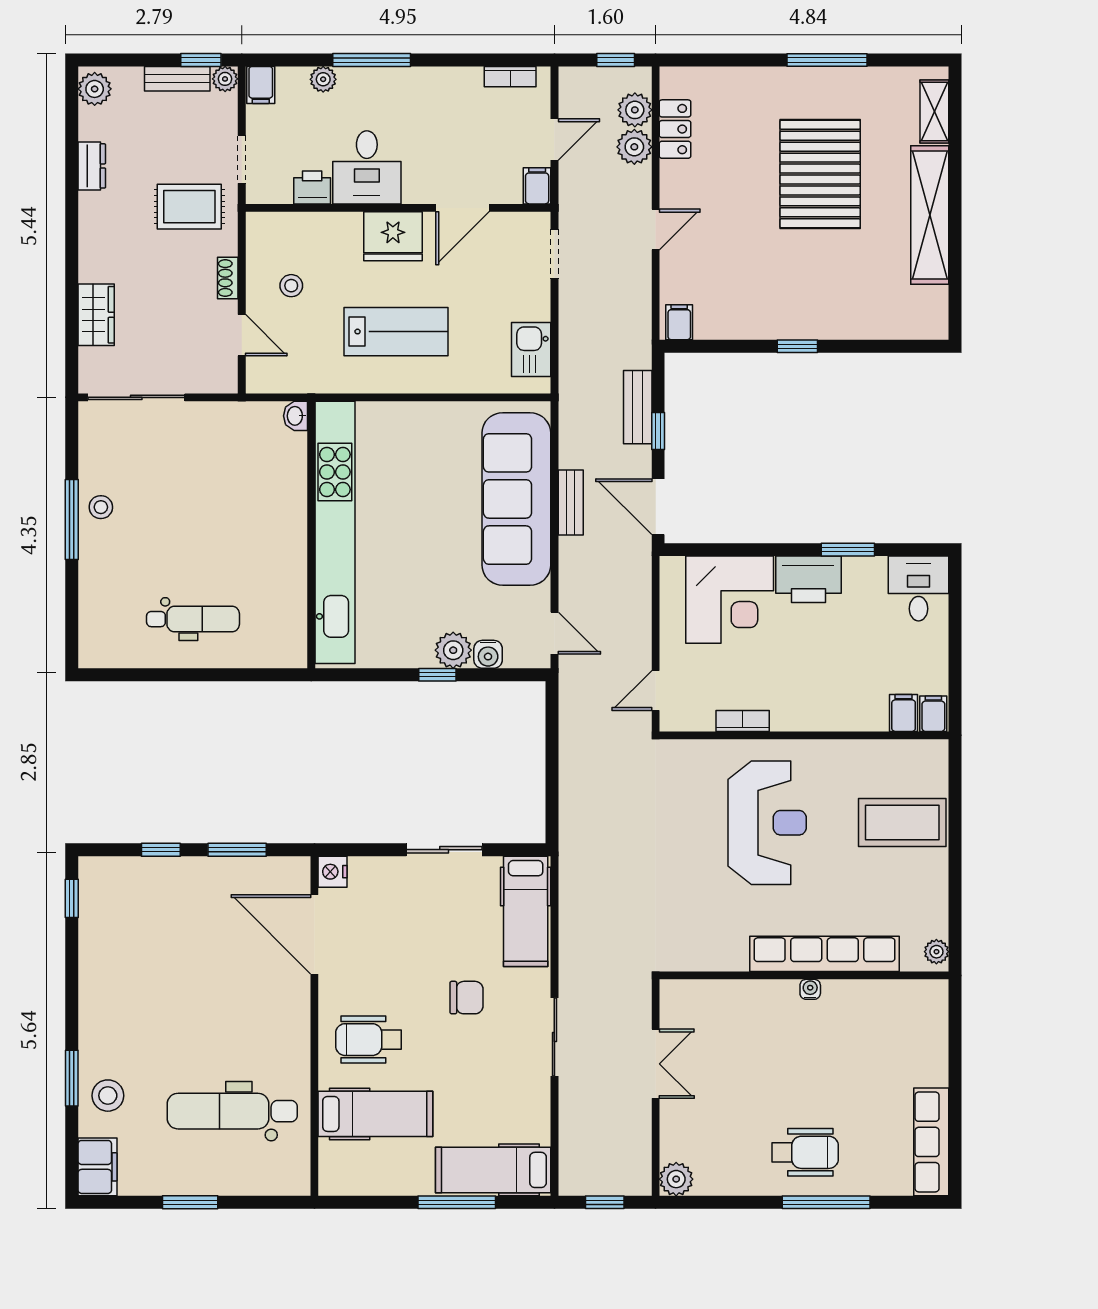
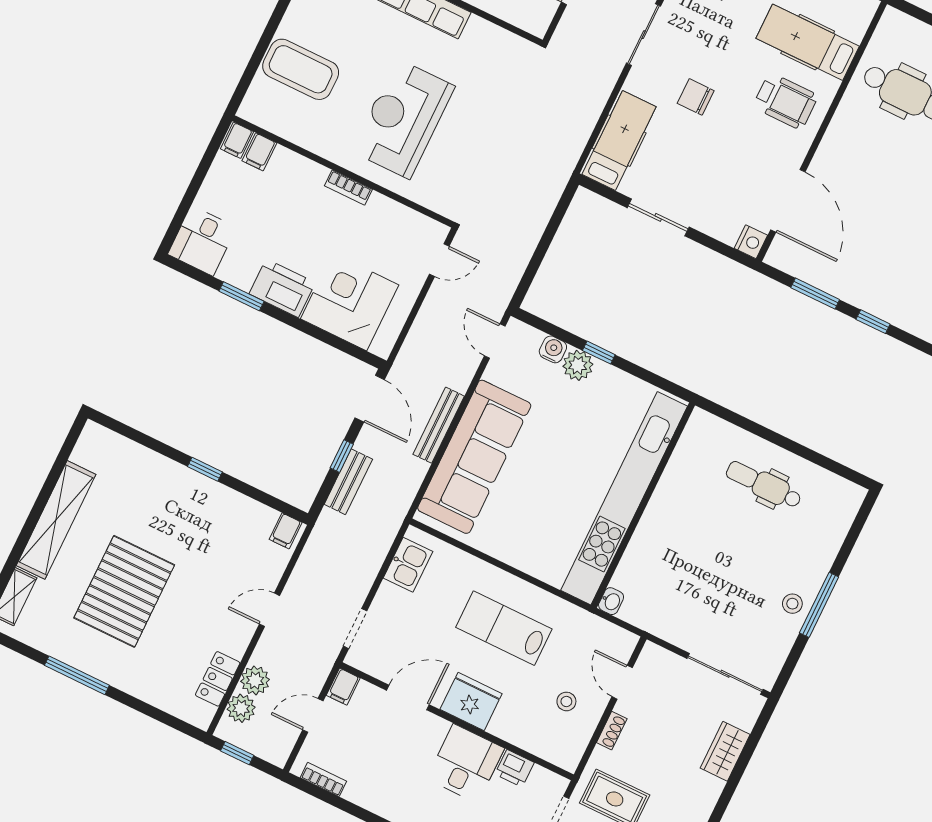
bench: (571, 502) -> (439, 425), width x1.36
bookcase: (743, 721) -> (348, 188), moved

